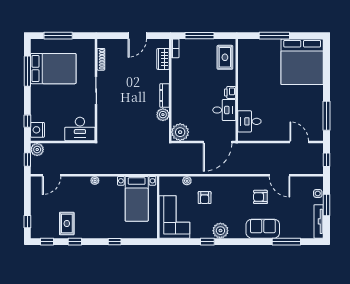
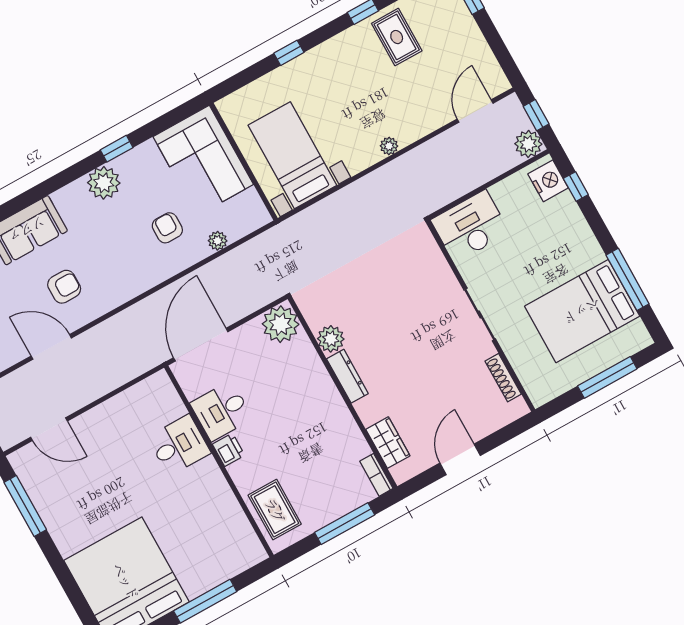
desk: (249, 121) -> (179, 445), moved

